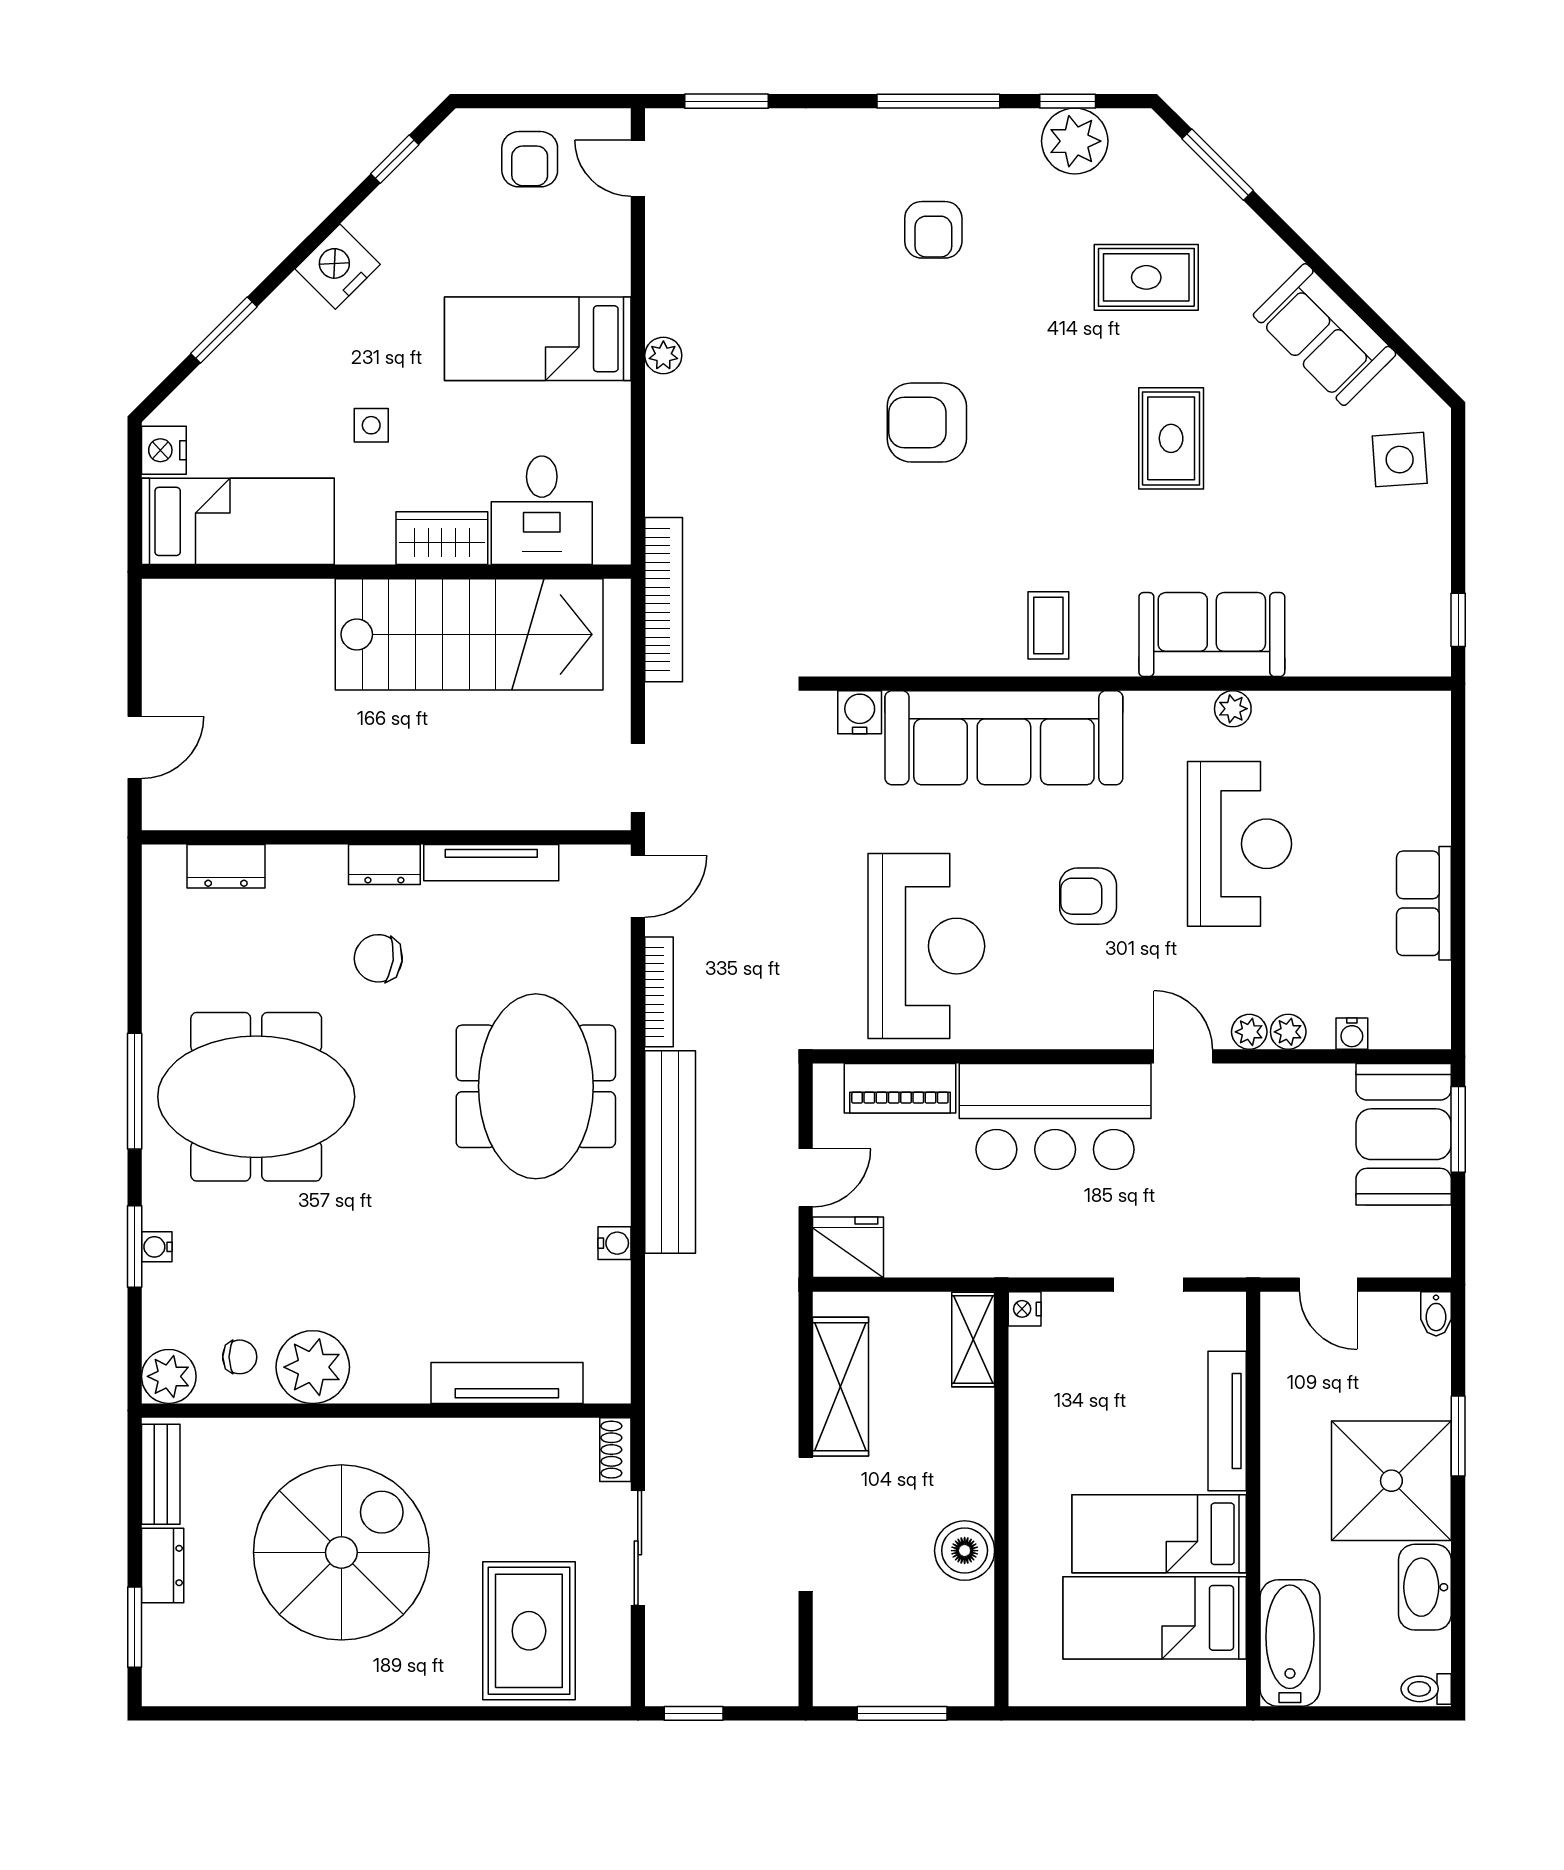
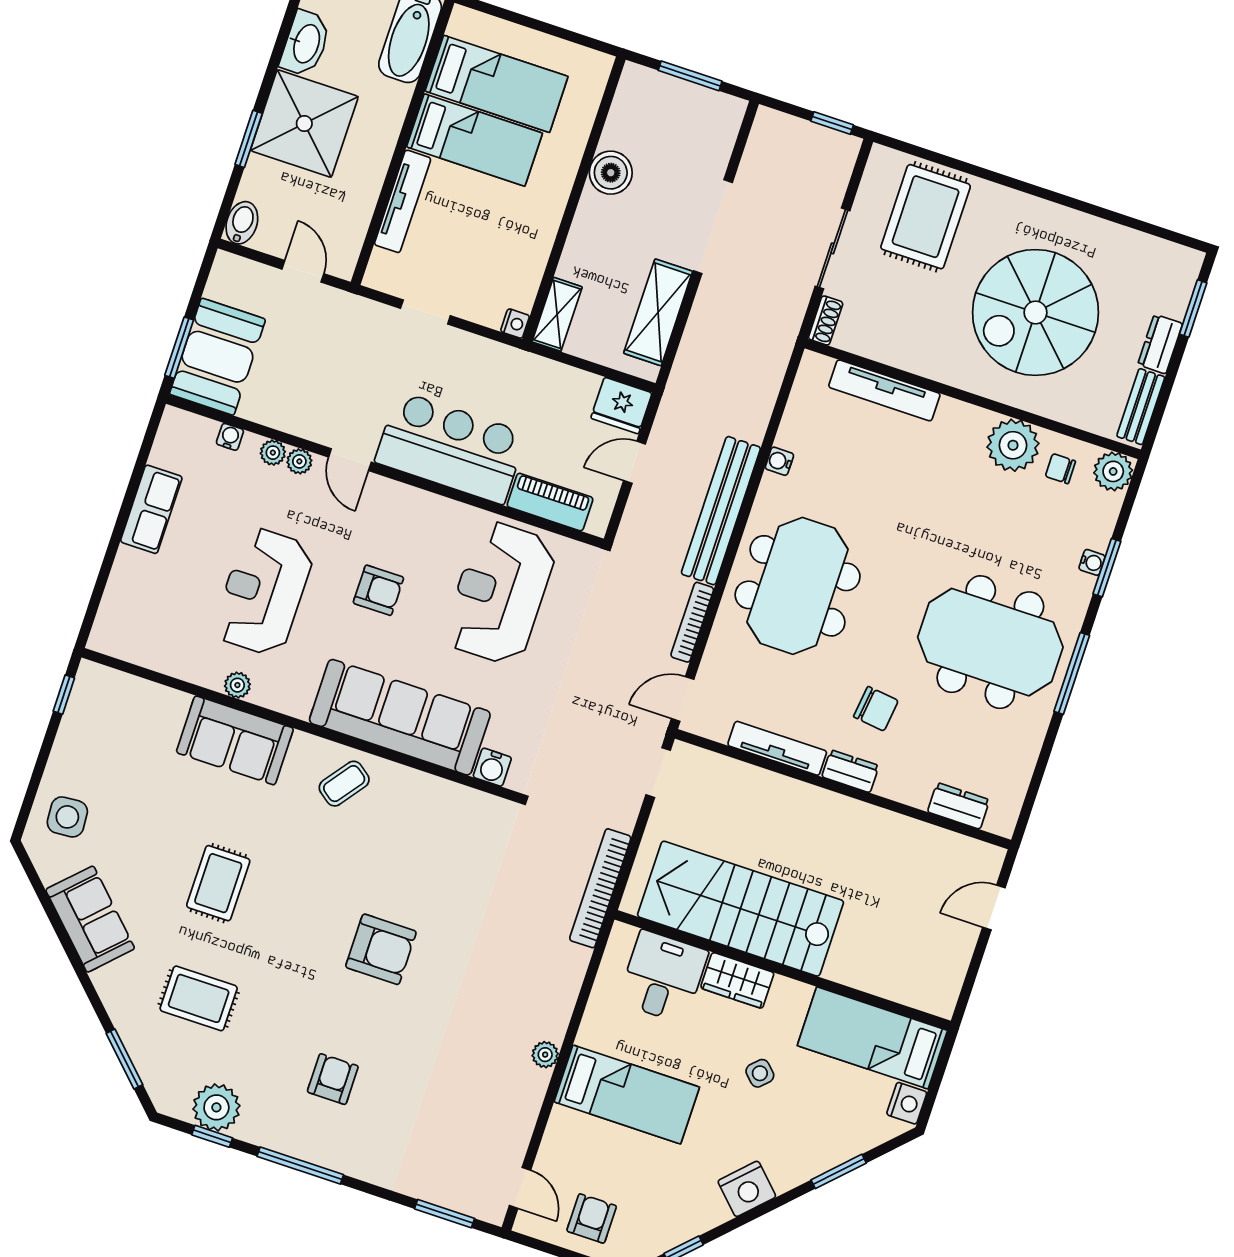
side table: (371, 425) -> (760, 1073), turned 45
coffee table: (1048, 625) -> (344, 784), turned 37
bidet: (1436, 1314) -> (242, 223), width x1.38, depth x1.36

